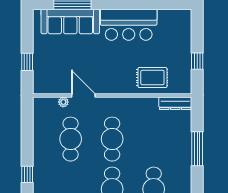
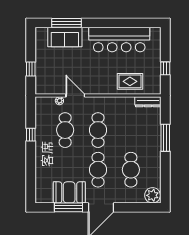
sofa: (70, 21) -> (65, 37), width x0.73
bar counter: (129, 25) -> (119, 40), width x1.36
window: (27, 174) -> (31, 135), moved

